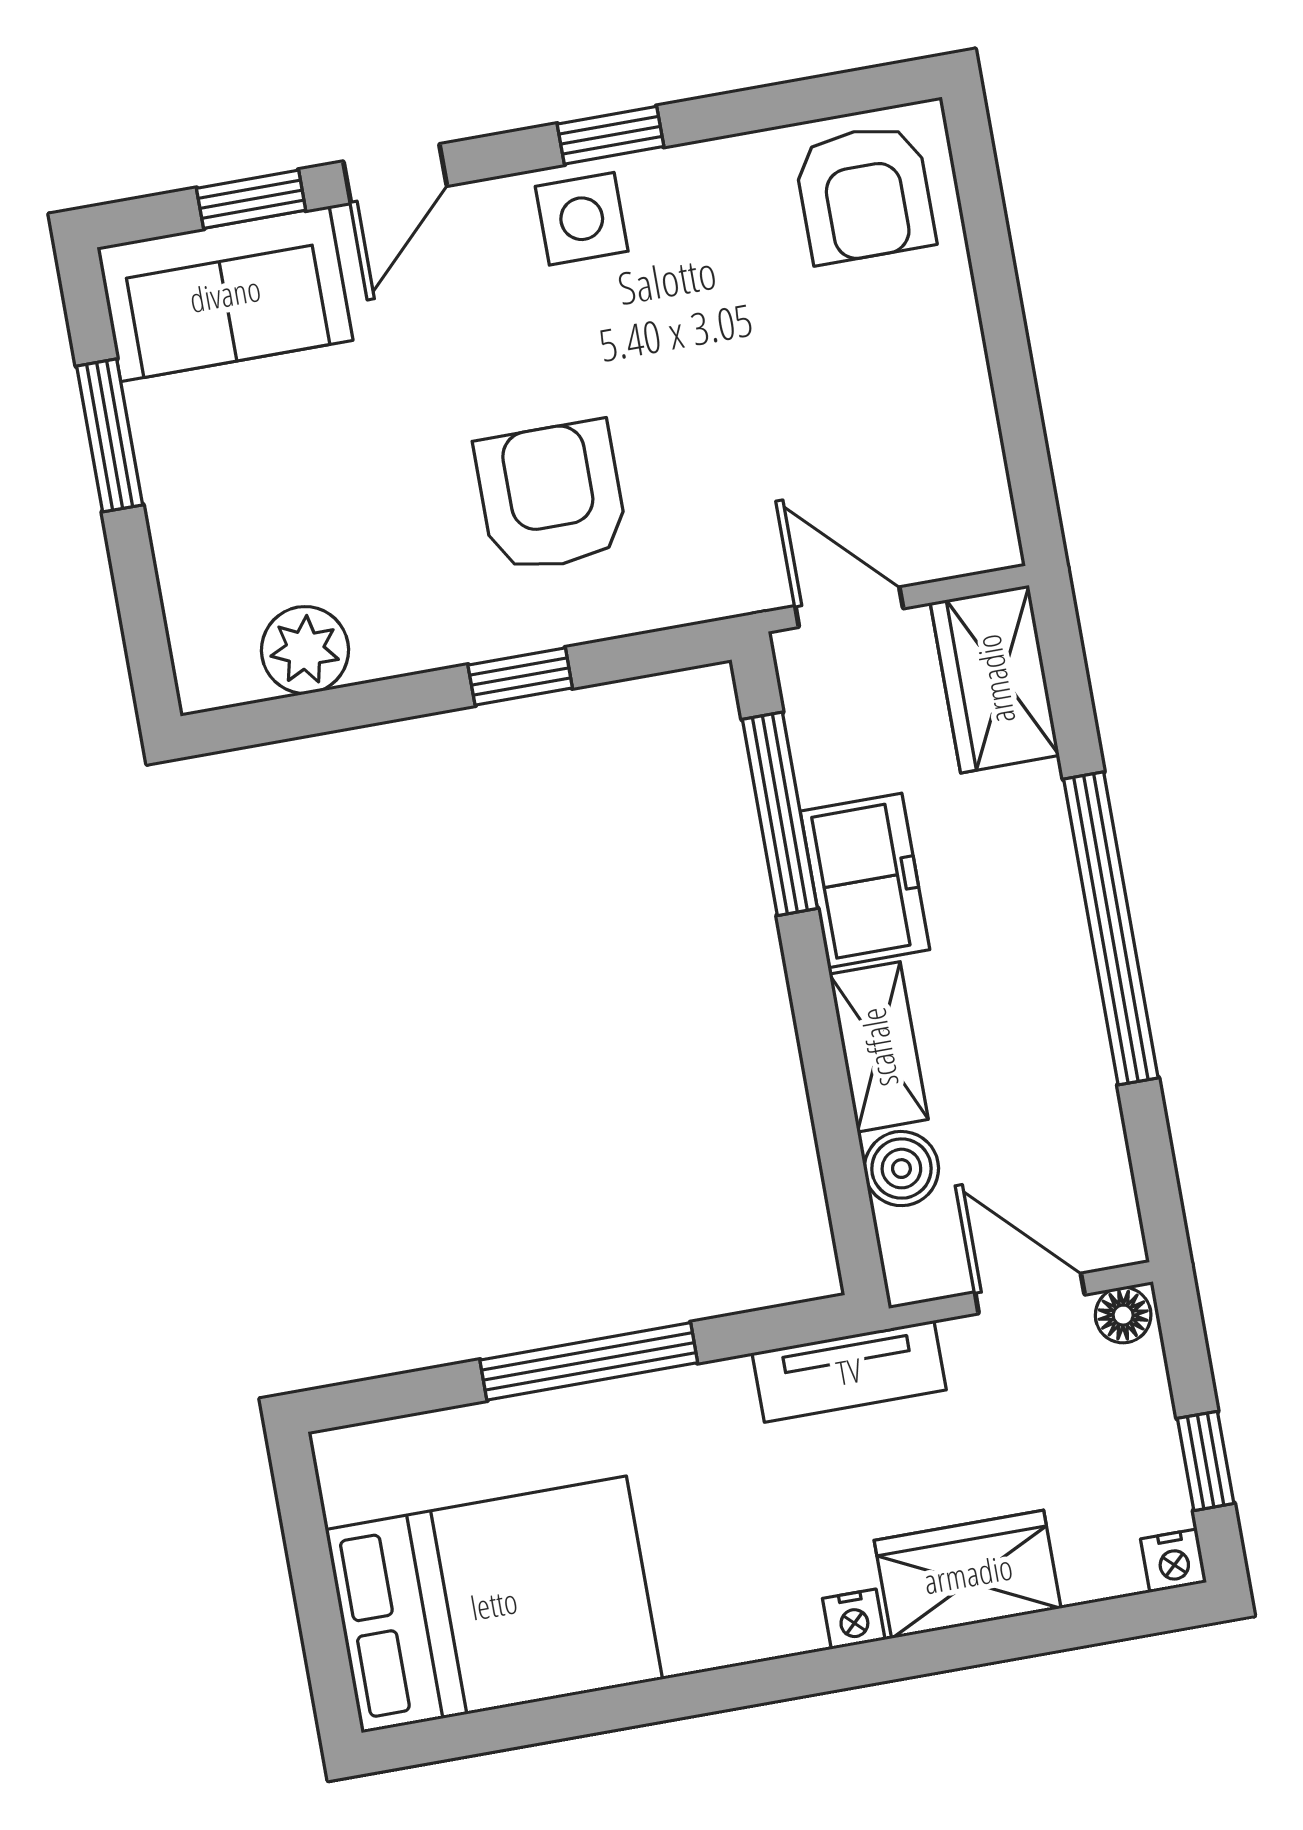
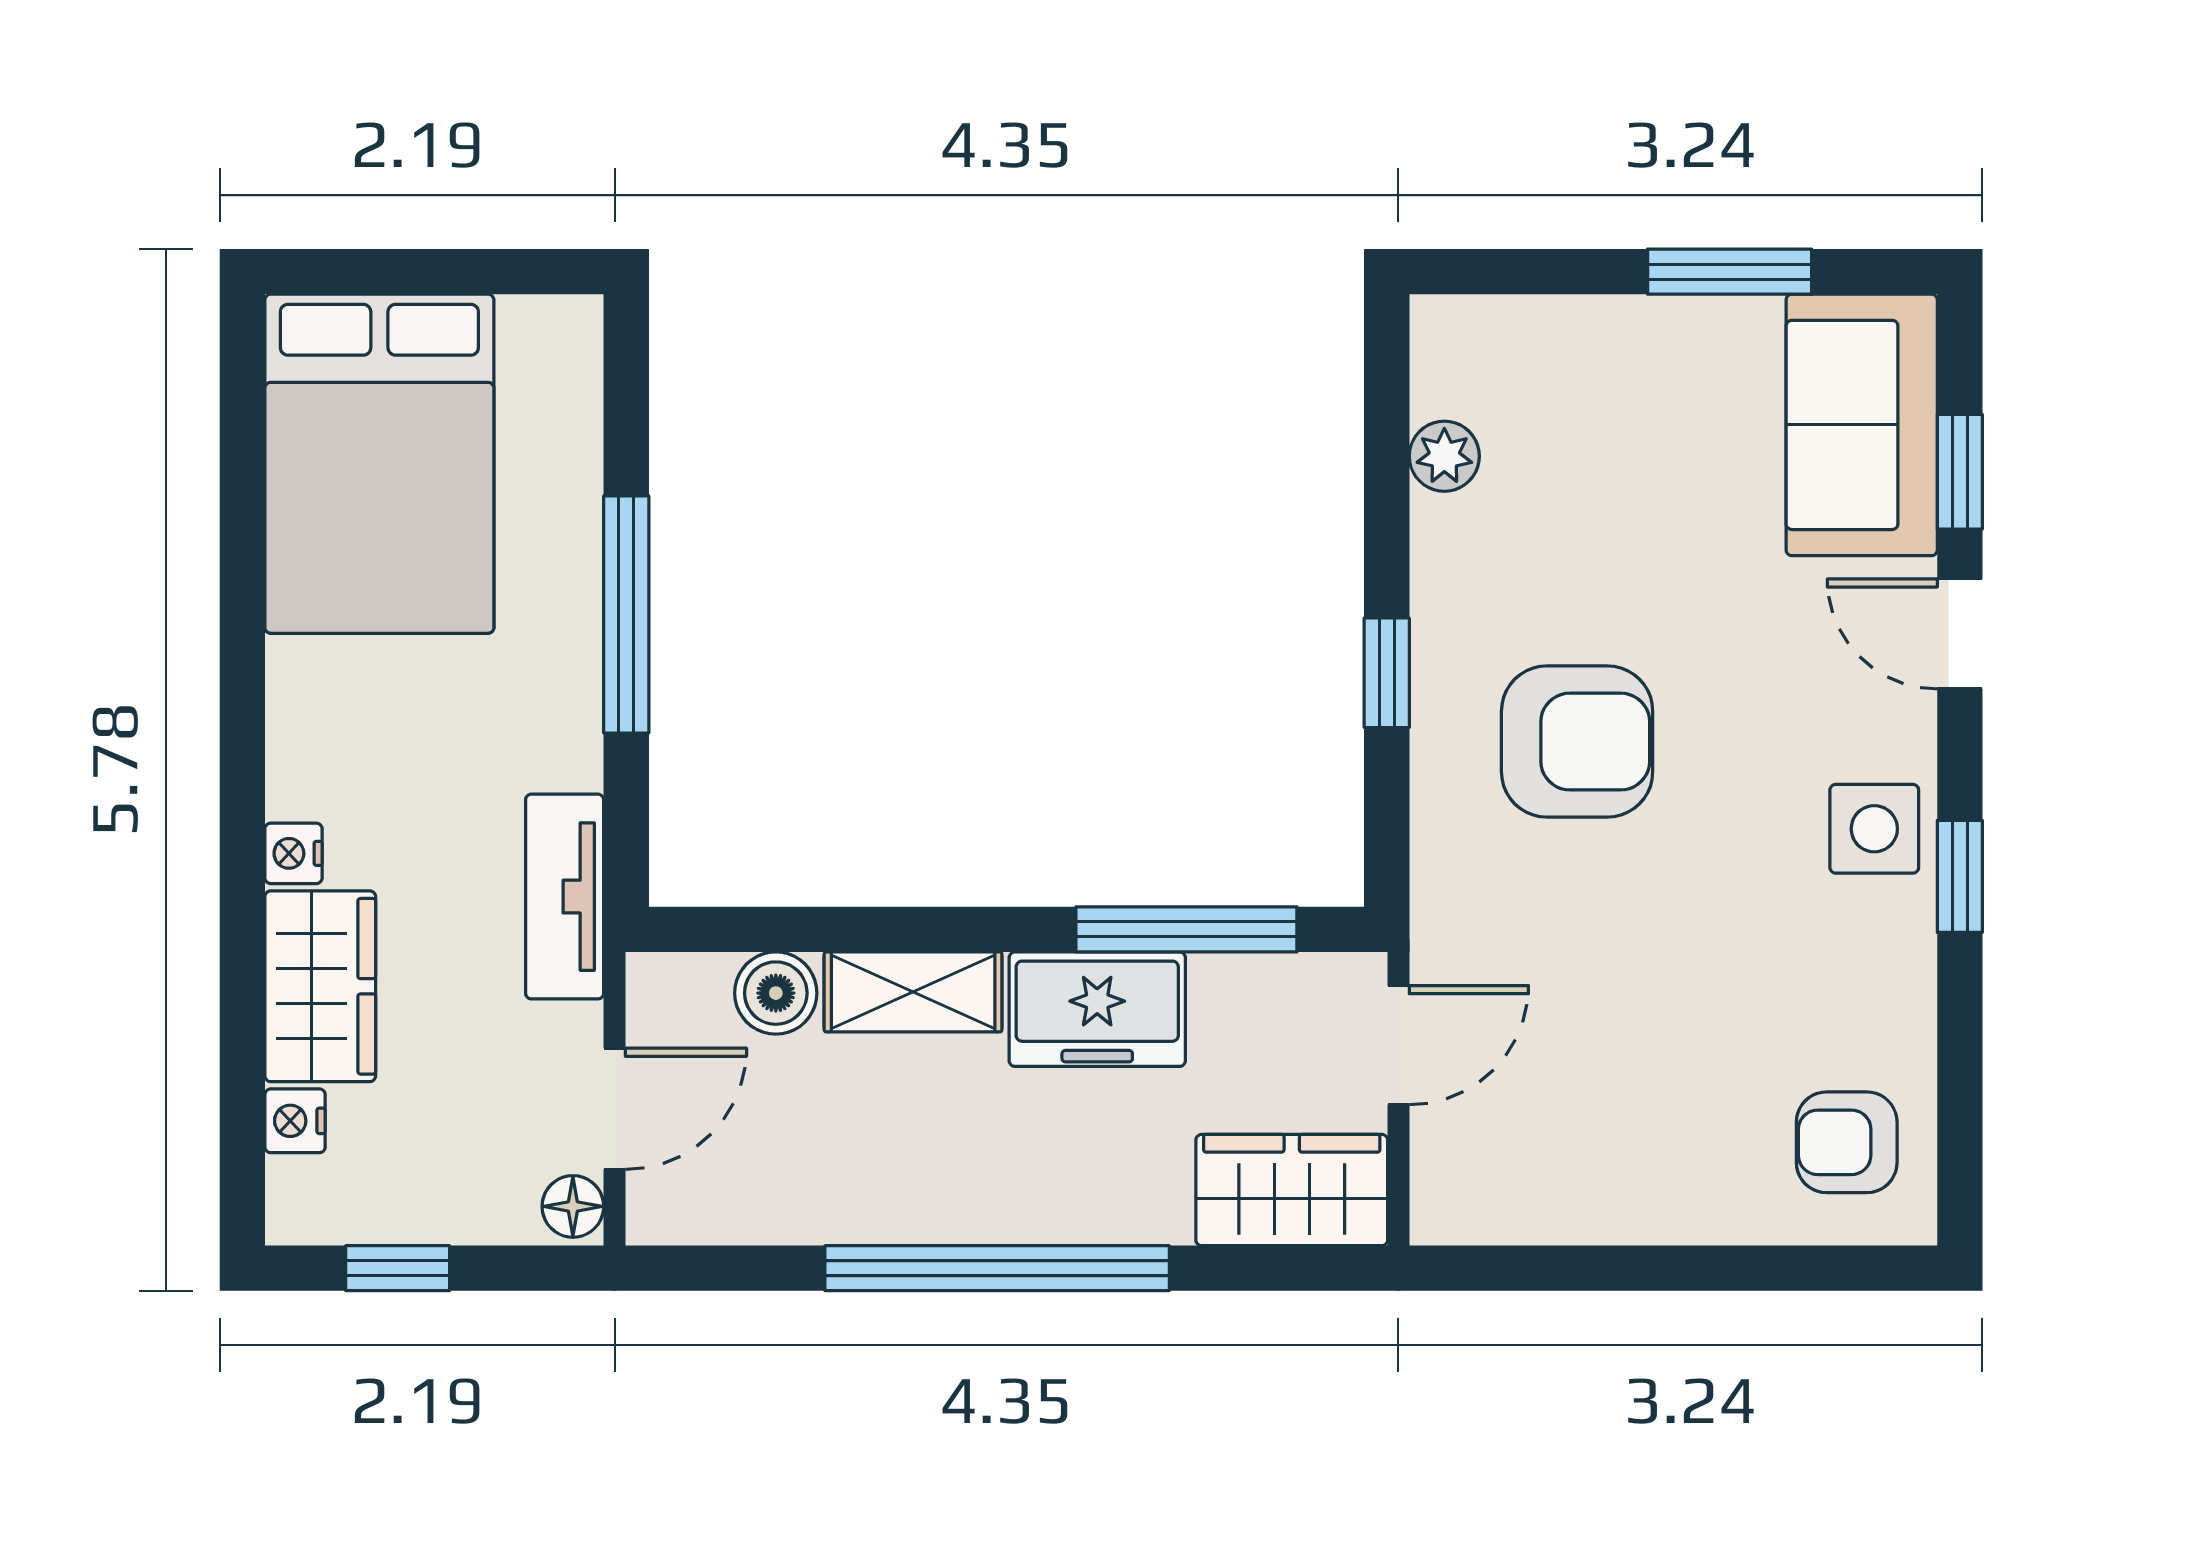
armchair: (865, 194) -> (1847, 1142), width x0.72, depth x0.72
plant: (305, 650) -> (1444, 456), width x0.73, depth x0.73
nightstand: (1174, 1561) -> (295, 1121), moved

